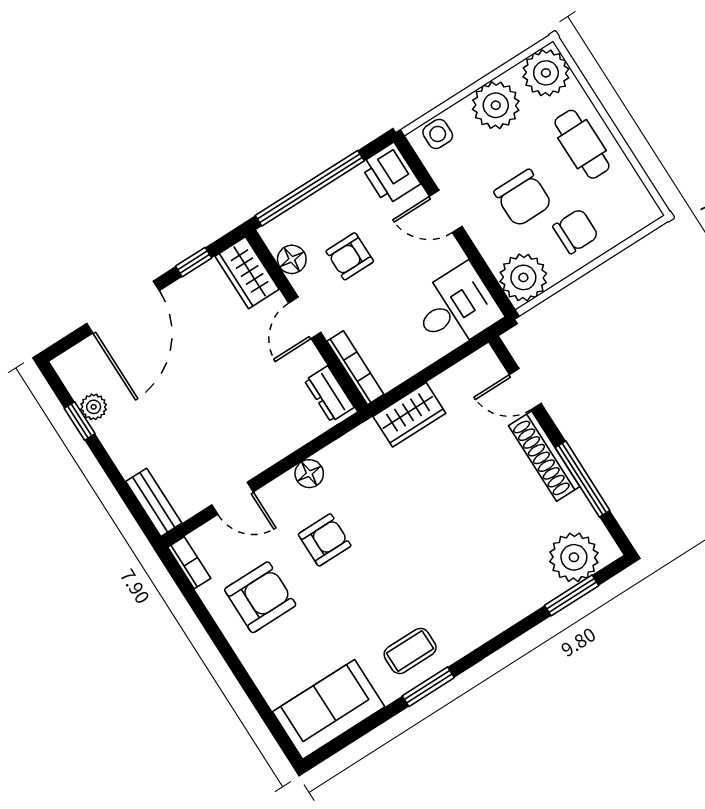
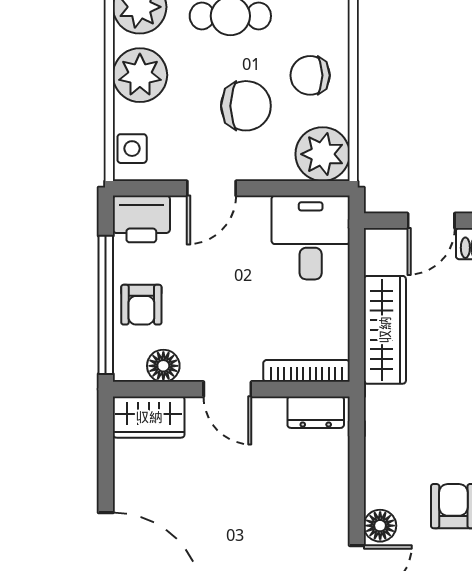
chair: (576, 231) -> (310, 75), turned -90
armchair: (350, 256) -> (141, 305), moved
window: (194, 262) -> (106, 462), removed
wardrobe: (409, 415) -> (385, 330), width x1.50
floor lamp: (309, 474) -> (380, 526), moved

